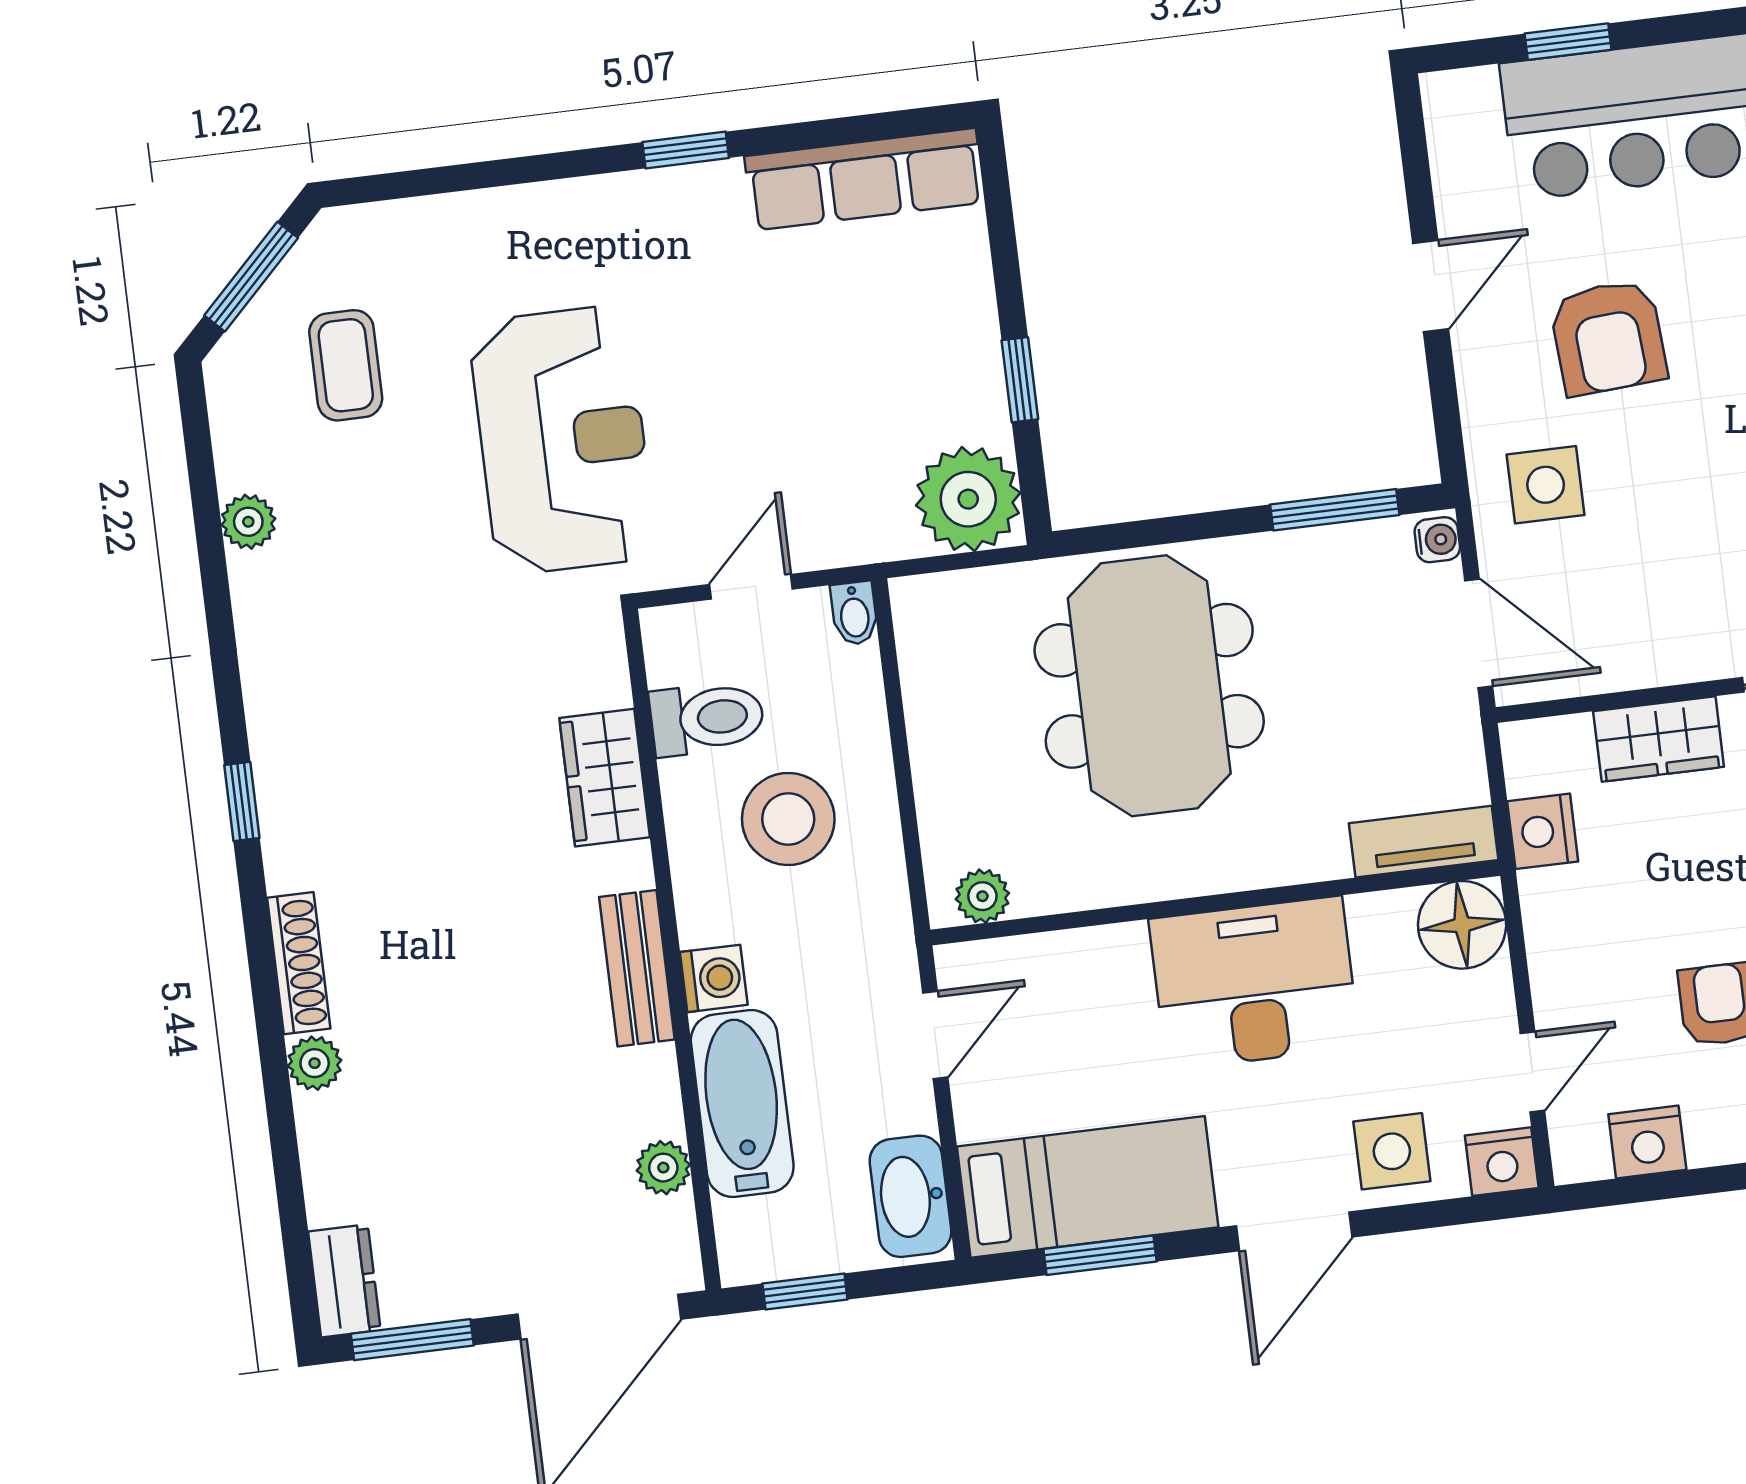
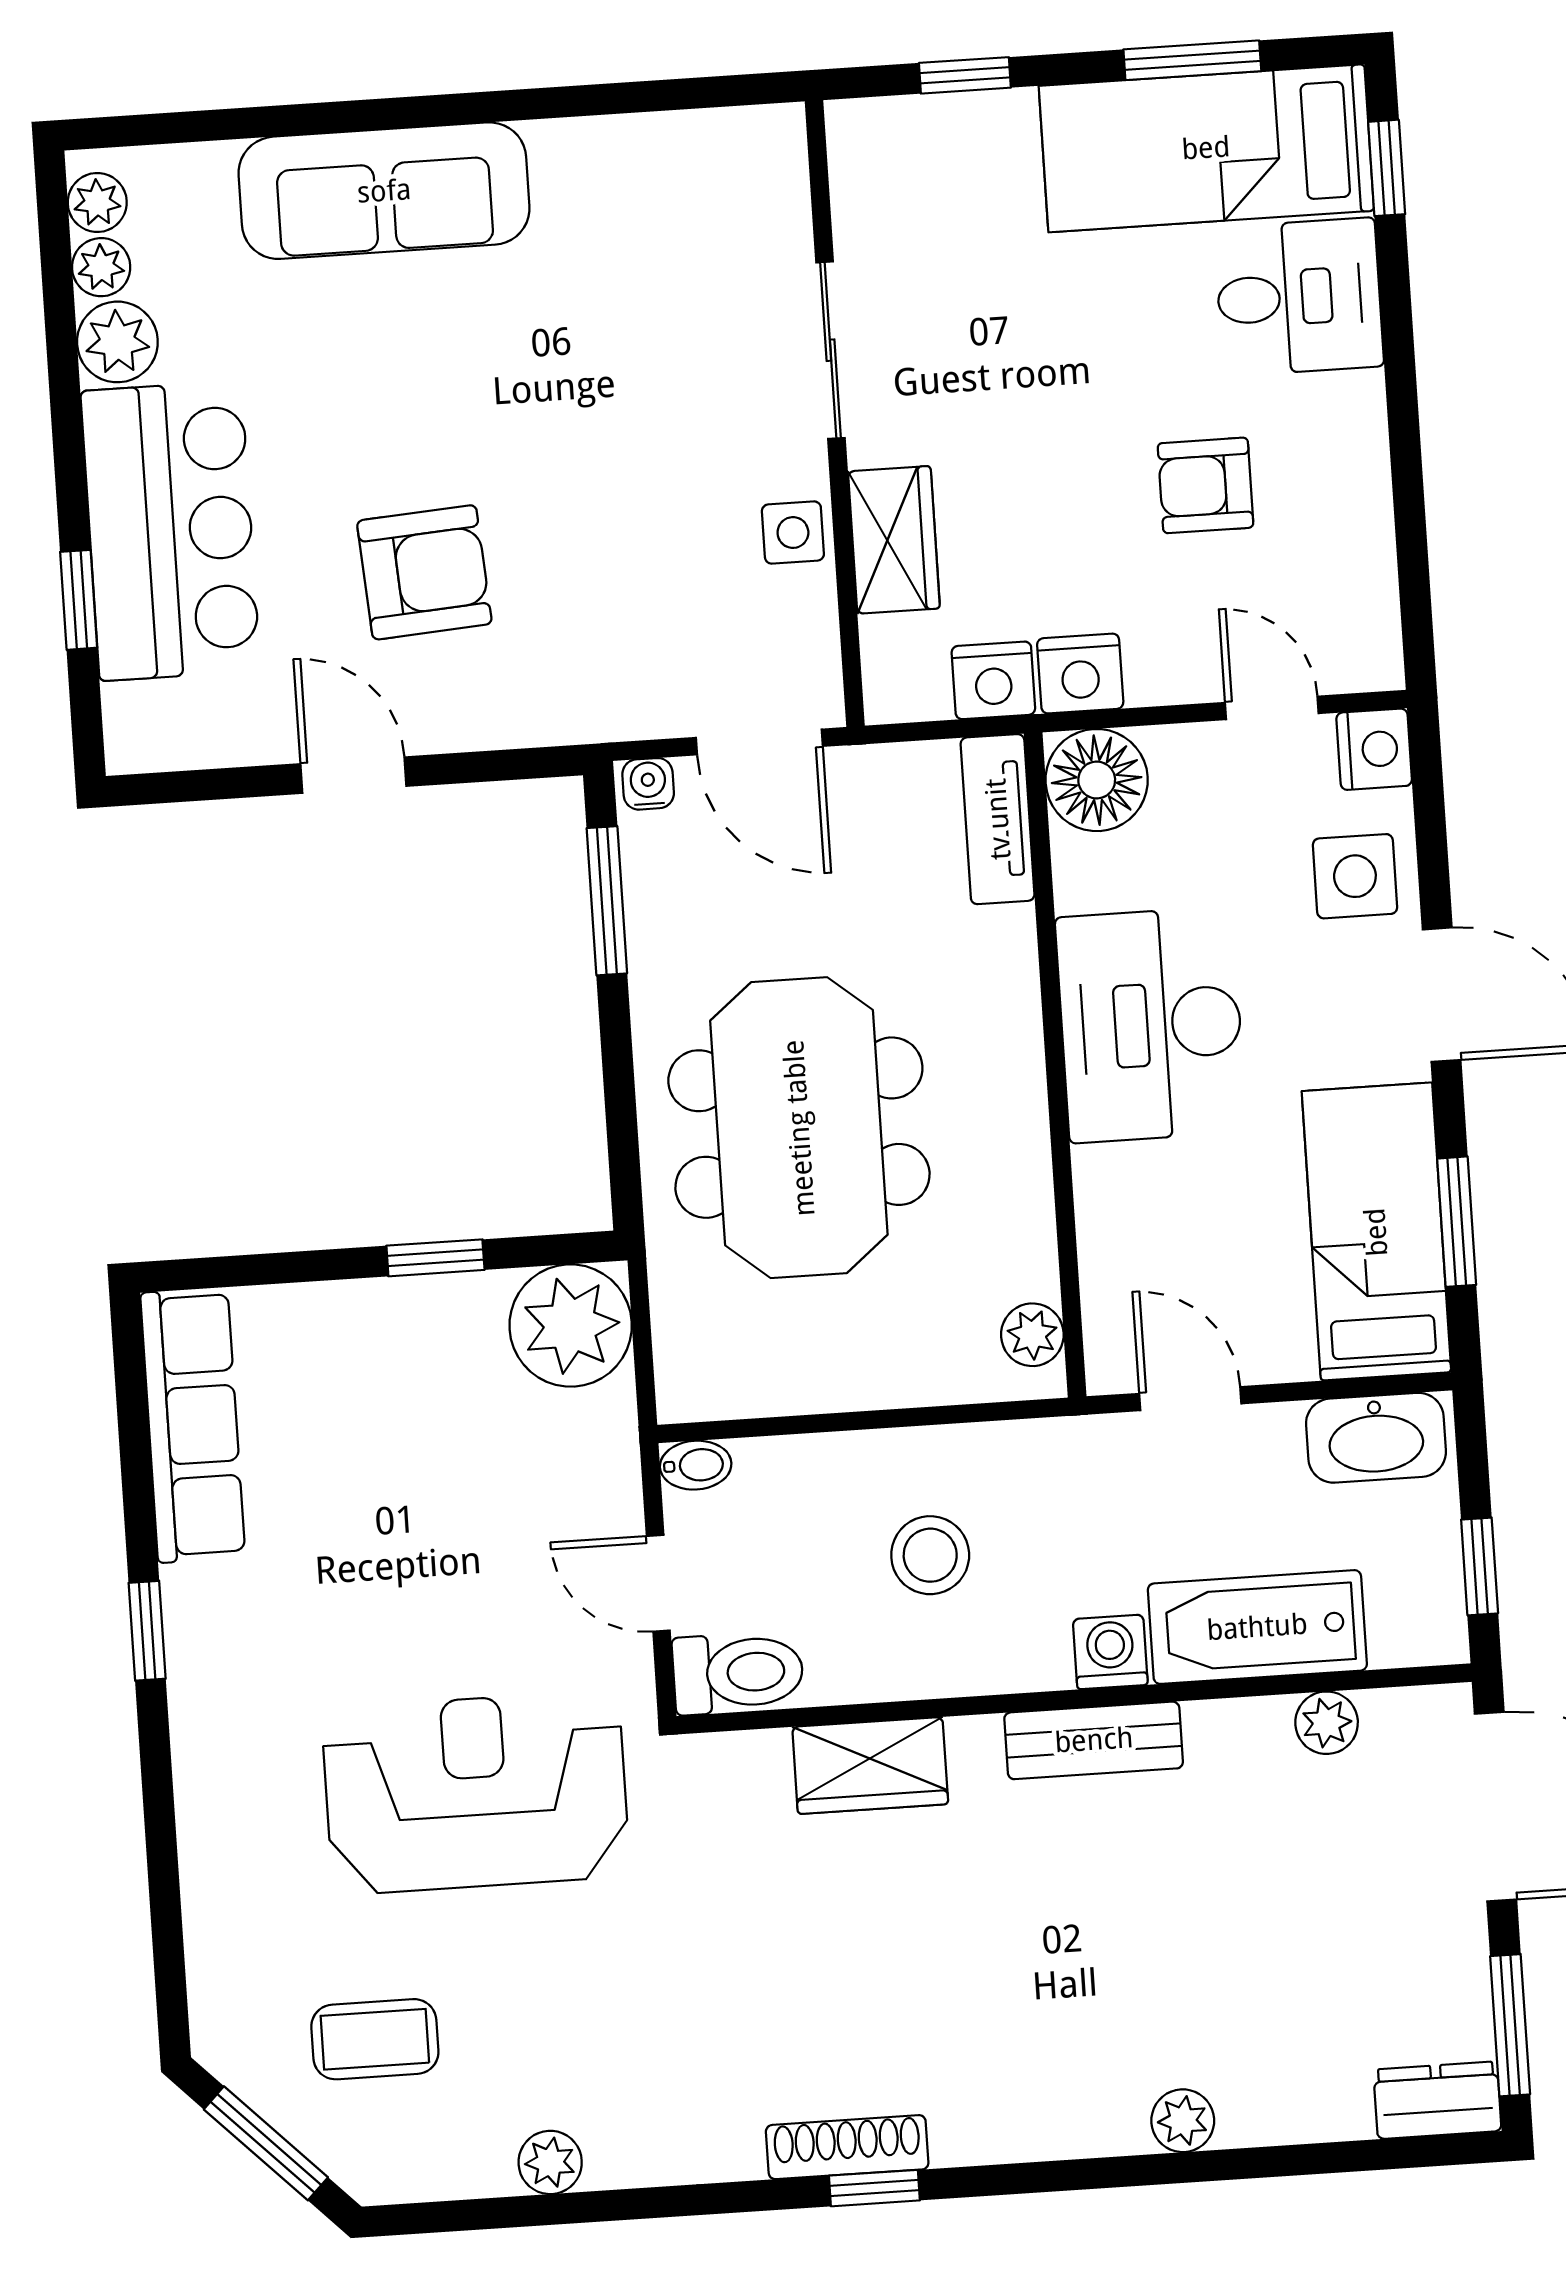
side table: (1546, 485) -> (793, 533), moved, width x0.73, depth x0.73
door: (1479, 633) -> (759, 742), swing flipped
meeting table: (1149, 686) -> (799, 1128), turned 90
toilet: (707, 718) -> (738, 1673), moved, turned 90
stool: (788, 819) -> (930, 1555), width x0.73, depth x0.73
shoe rack: (299, 963) -> (847, 2147), moved
nightstand: (1647, 1142) -> (1080, 674), moved, turned 90

